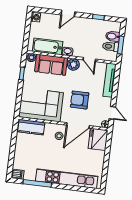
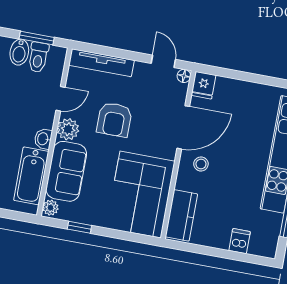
armchair: (80, 100) -> (114, 120), moved
door: (112, 113) -> (163, 61), hinge flipped
door: (78, 125) -> (183, 127), hinge flipped
fridge: (98, 139) -> (203, 85), width x0.53, depth x0.75
dishwasher: (17, 174) -> (240, 241), moved

